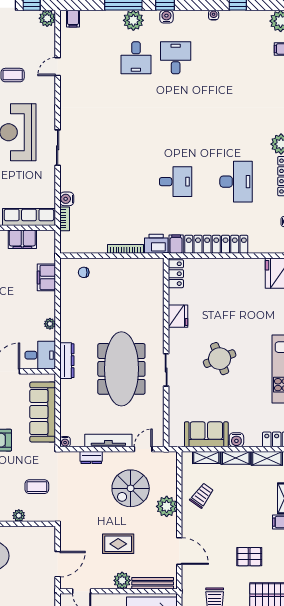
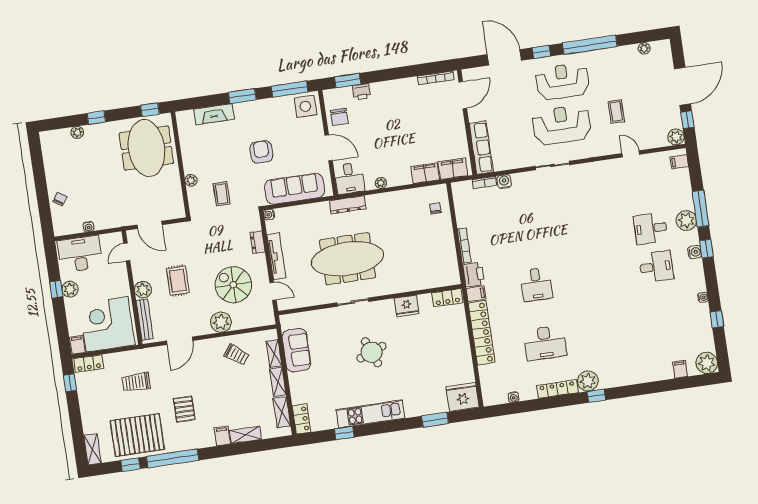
filing cabinet: (22, 239) -> (453, 169), moved, turned 90
water cooler: (236, 440) -> (295, 380), removed

